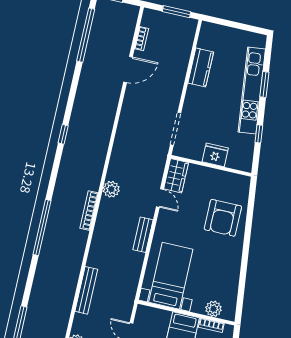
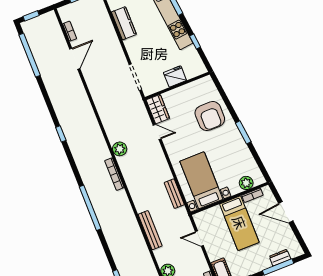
bench: (143, 235) -> (174, 194), moved
window: (245, 257) -> (243, 132), added

